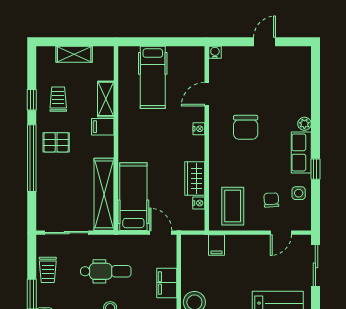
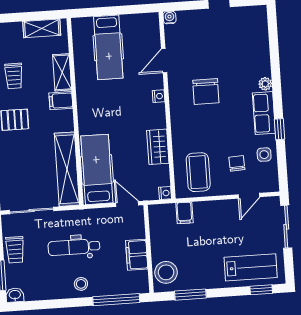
shelving: (74, 54) -> (42, 28), moved
trolley: (58, 99) -> (14, 76), turned 180
nightstand: (199, 203) -> (165, 193), moved
dental chair: (106, 271) -> (74, 247), turned 180

